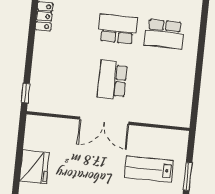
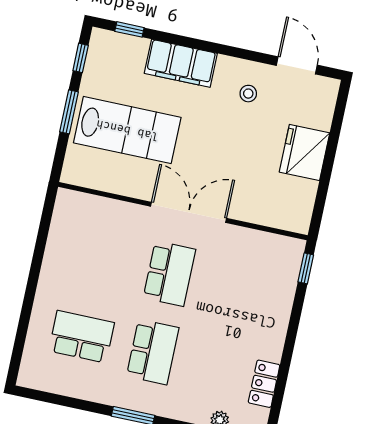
school desk: (118, 29) -> (153, 352), turned -90
lab bench: (149, 169) -> (127, 130), width x1.36, depth x1.39

